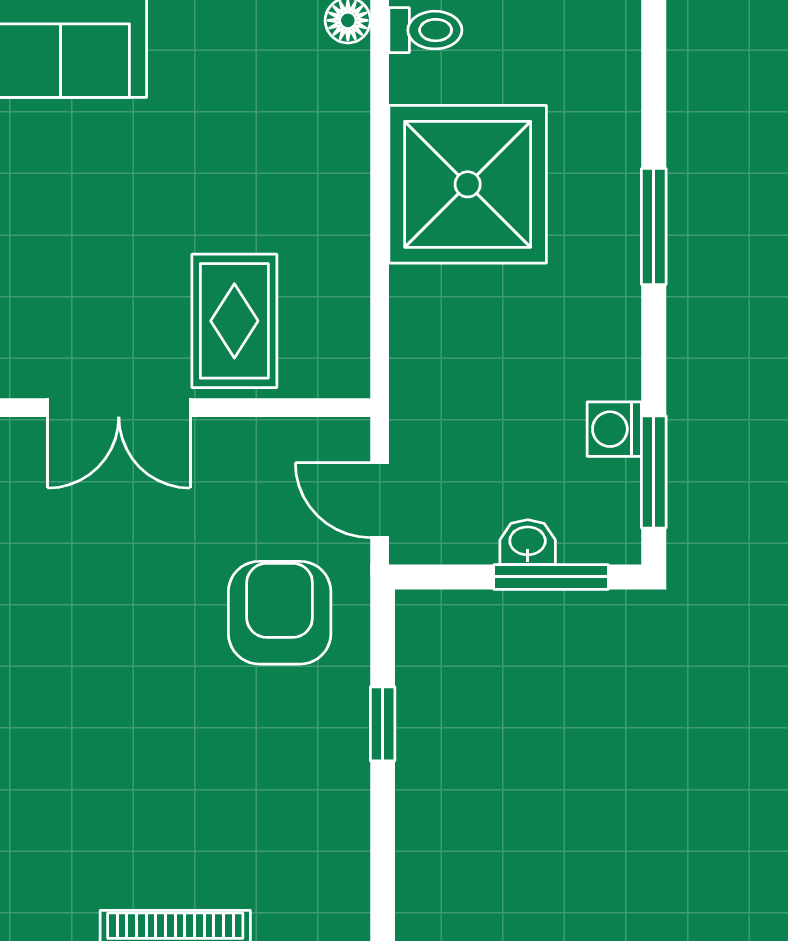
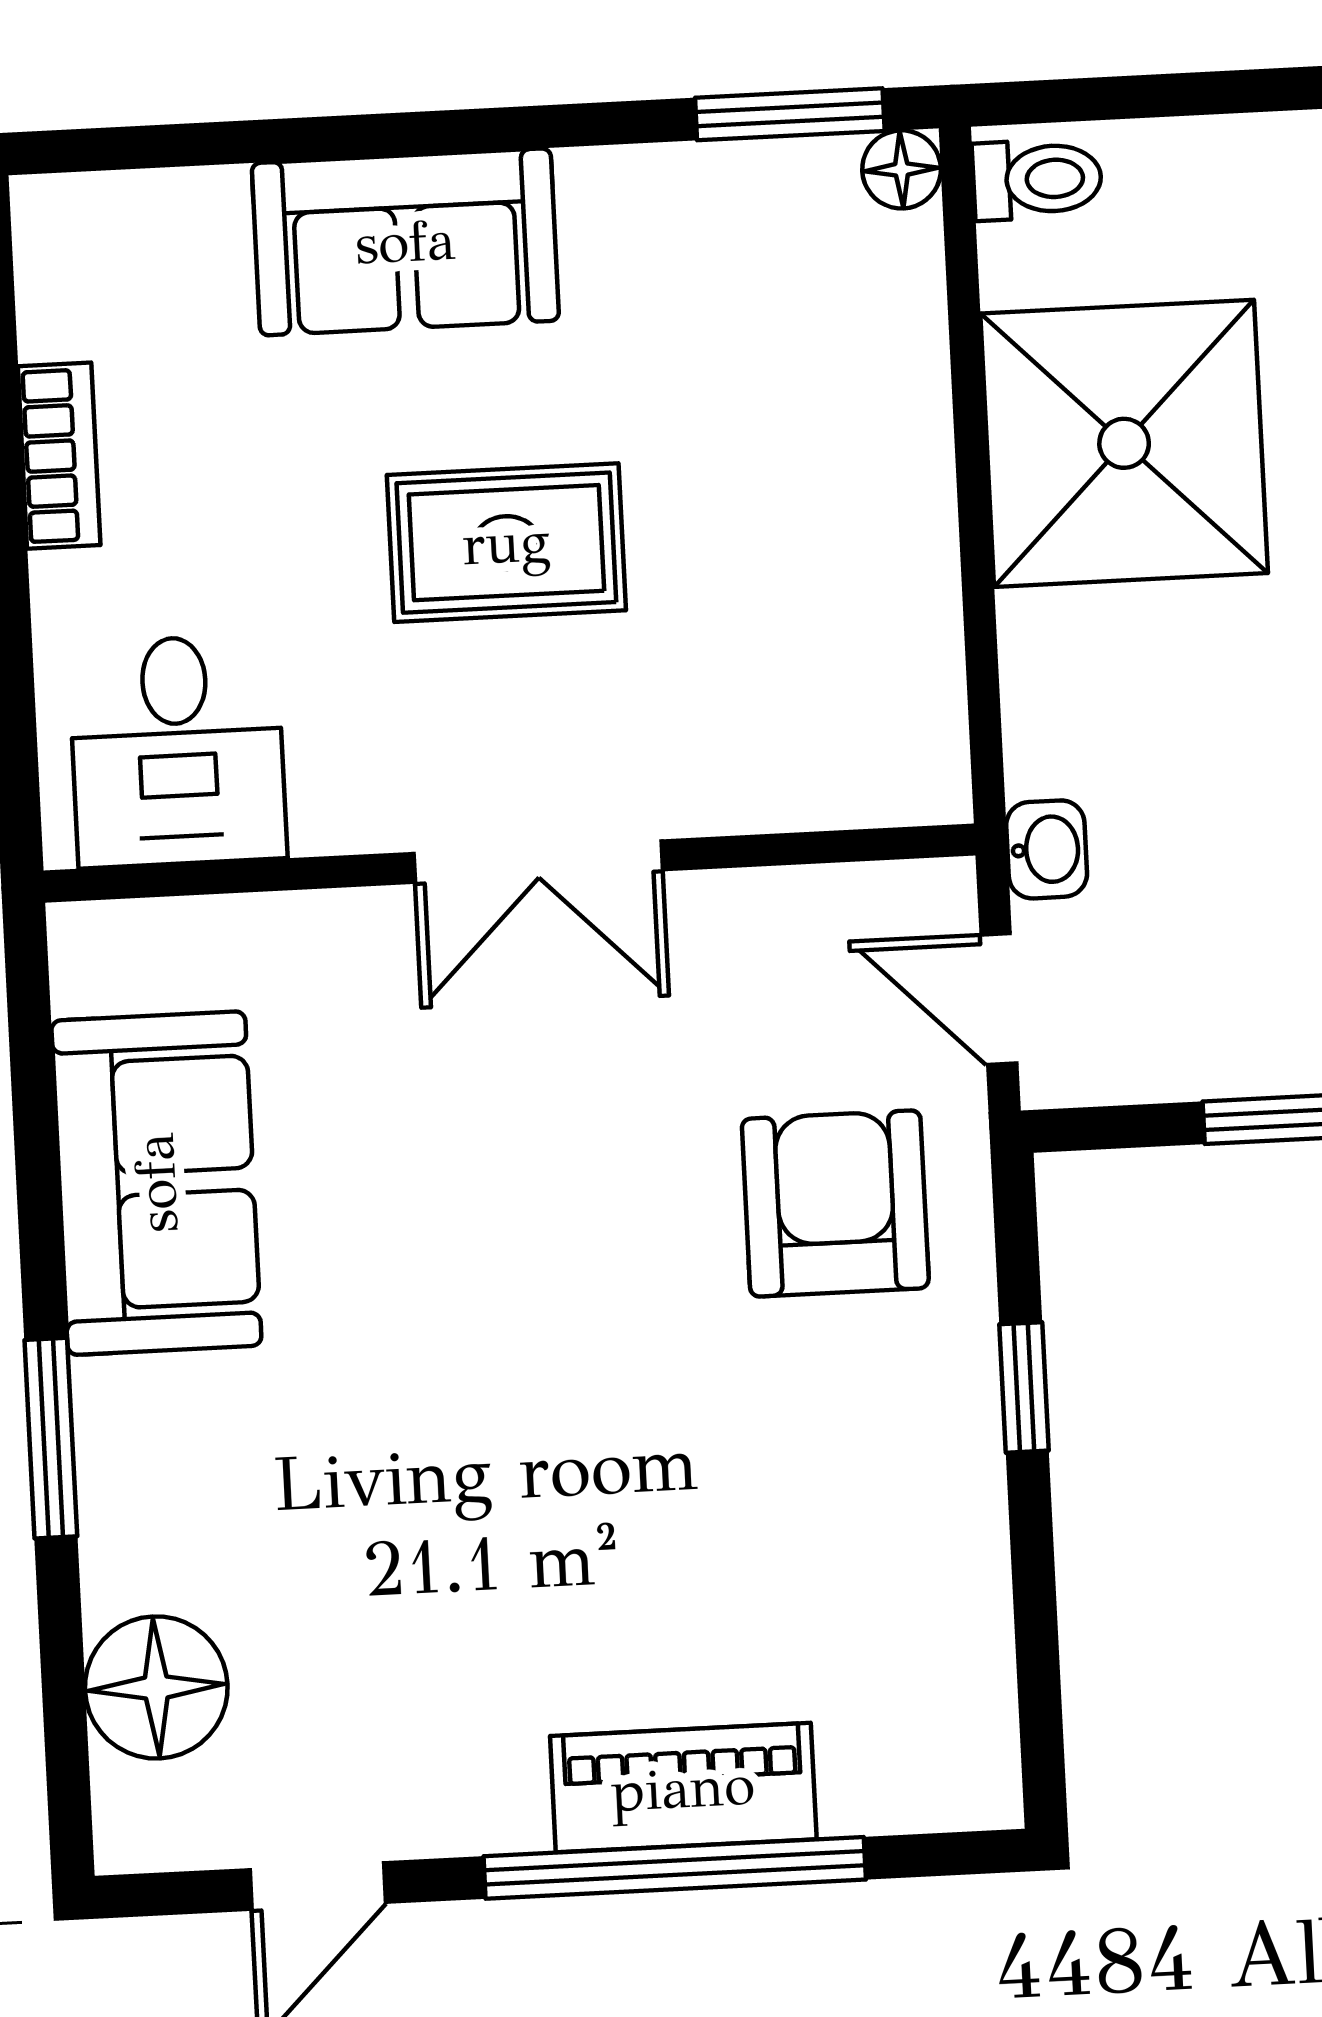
rug: (234, 321) -> (506, 543), moved, turned 90
washbasin: (528, 542) -> (1047, 849), moved, turned 90

